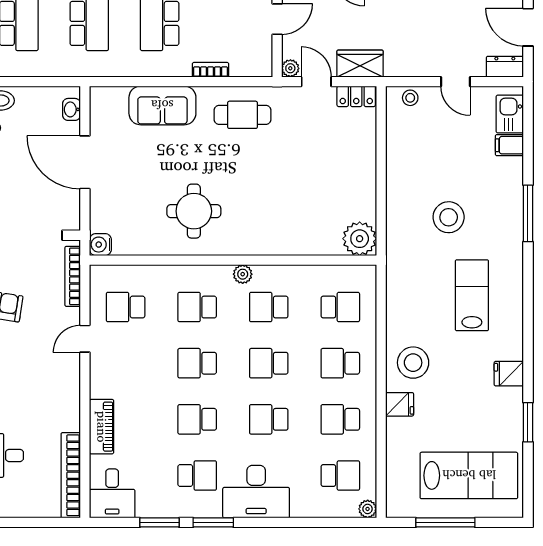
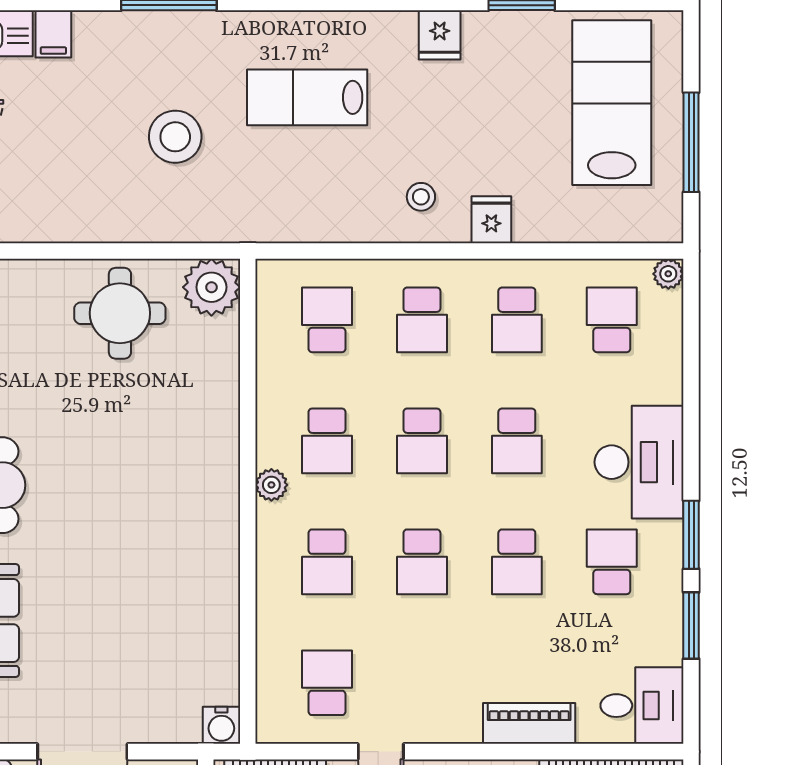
round table: (194, 211) -> (120, 313), moved
school desk: (126, 307) -> (327, 683), turned 180
stool: (413, 363) -> (421, 197), width x0.53, depth x0.53

